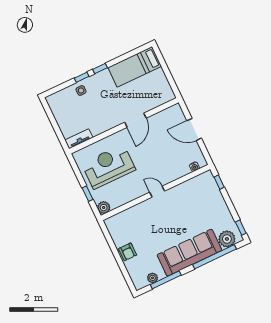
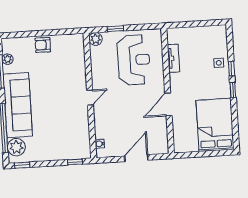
bed: (135, 67) -> (215, 125), width x1.50
door: (135, 120) -> (168, 104), hinge flipped
tv unit: (79, 139) -> (173, 58), moved

